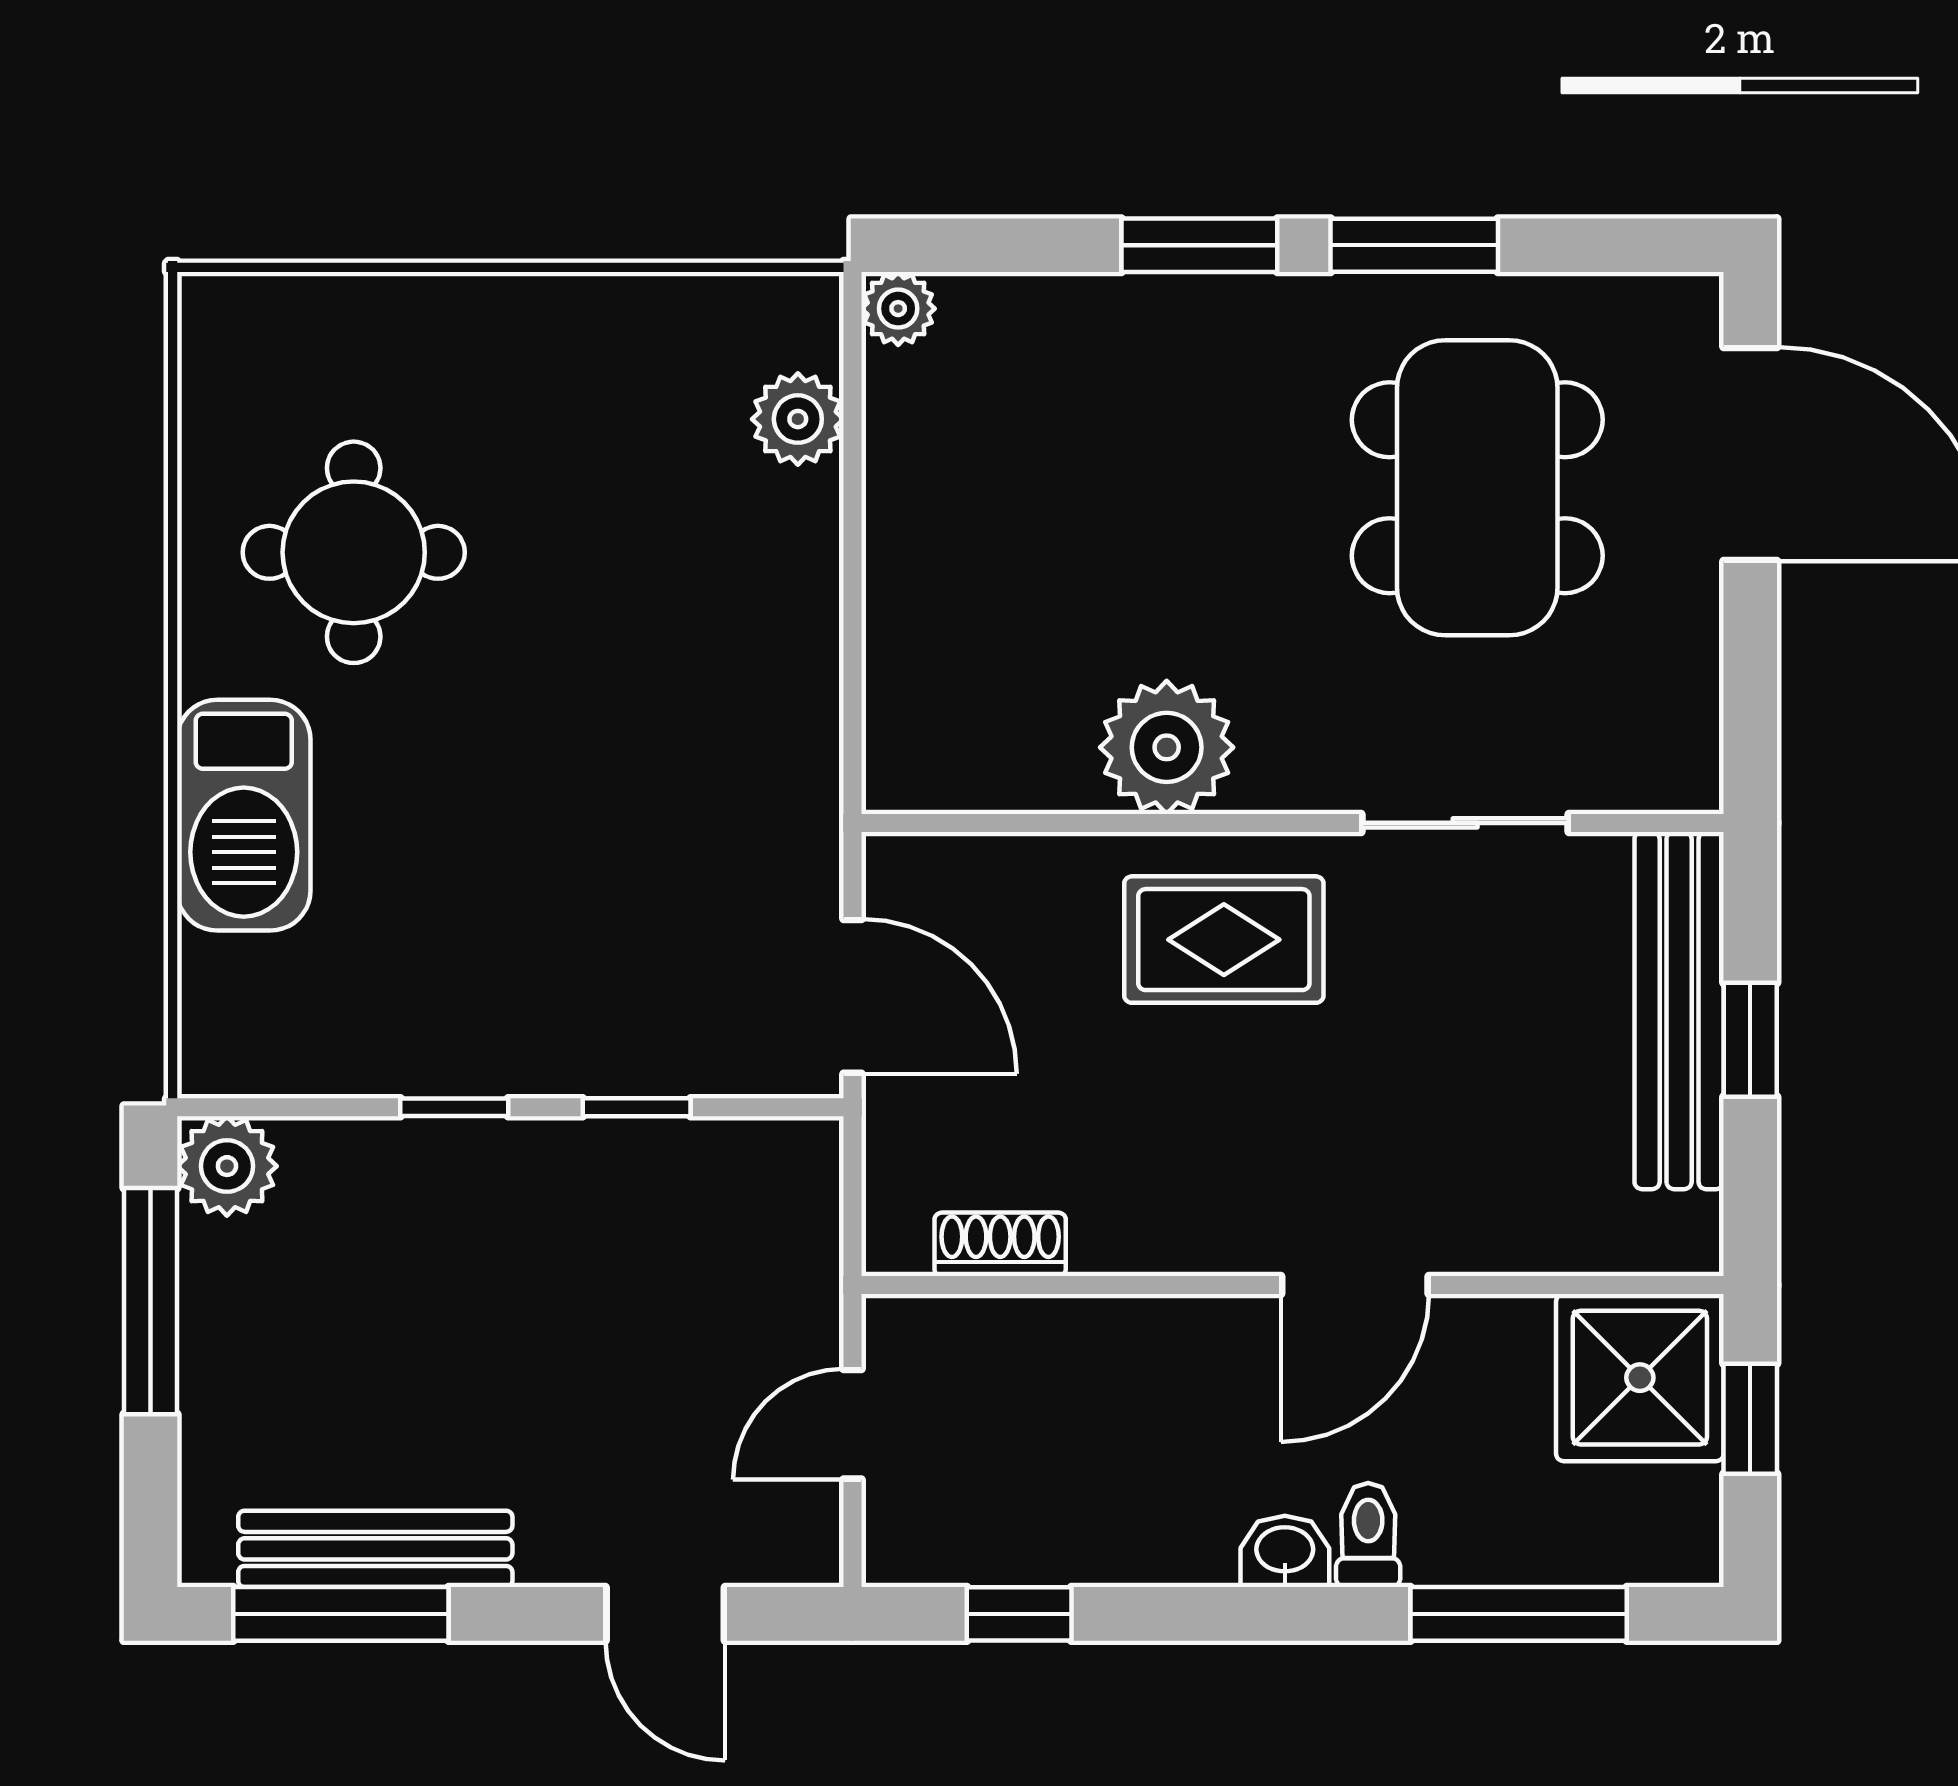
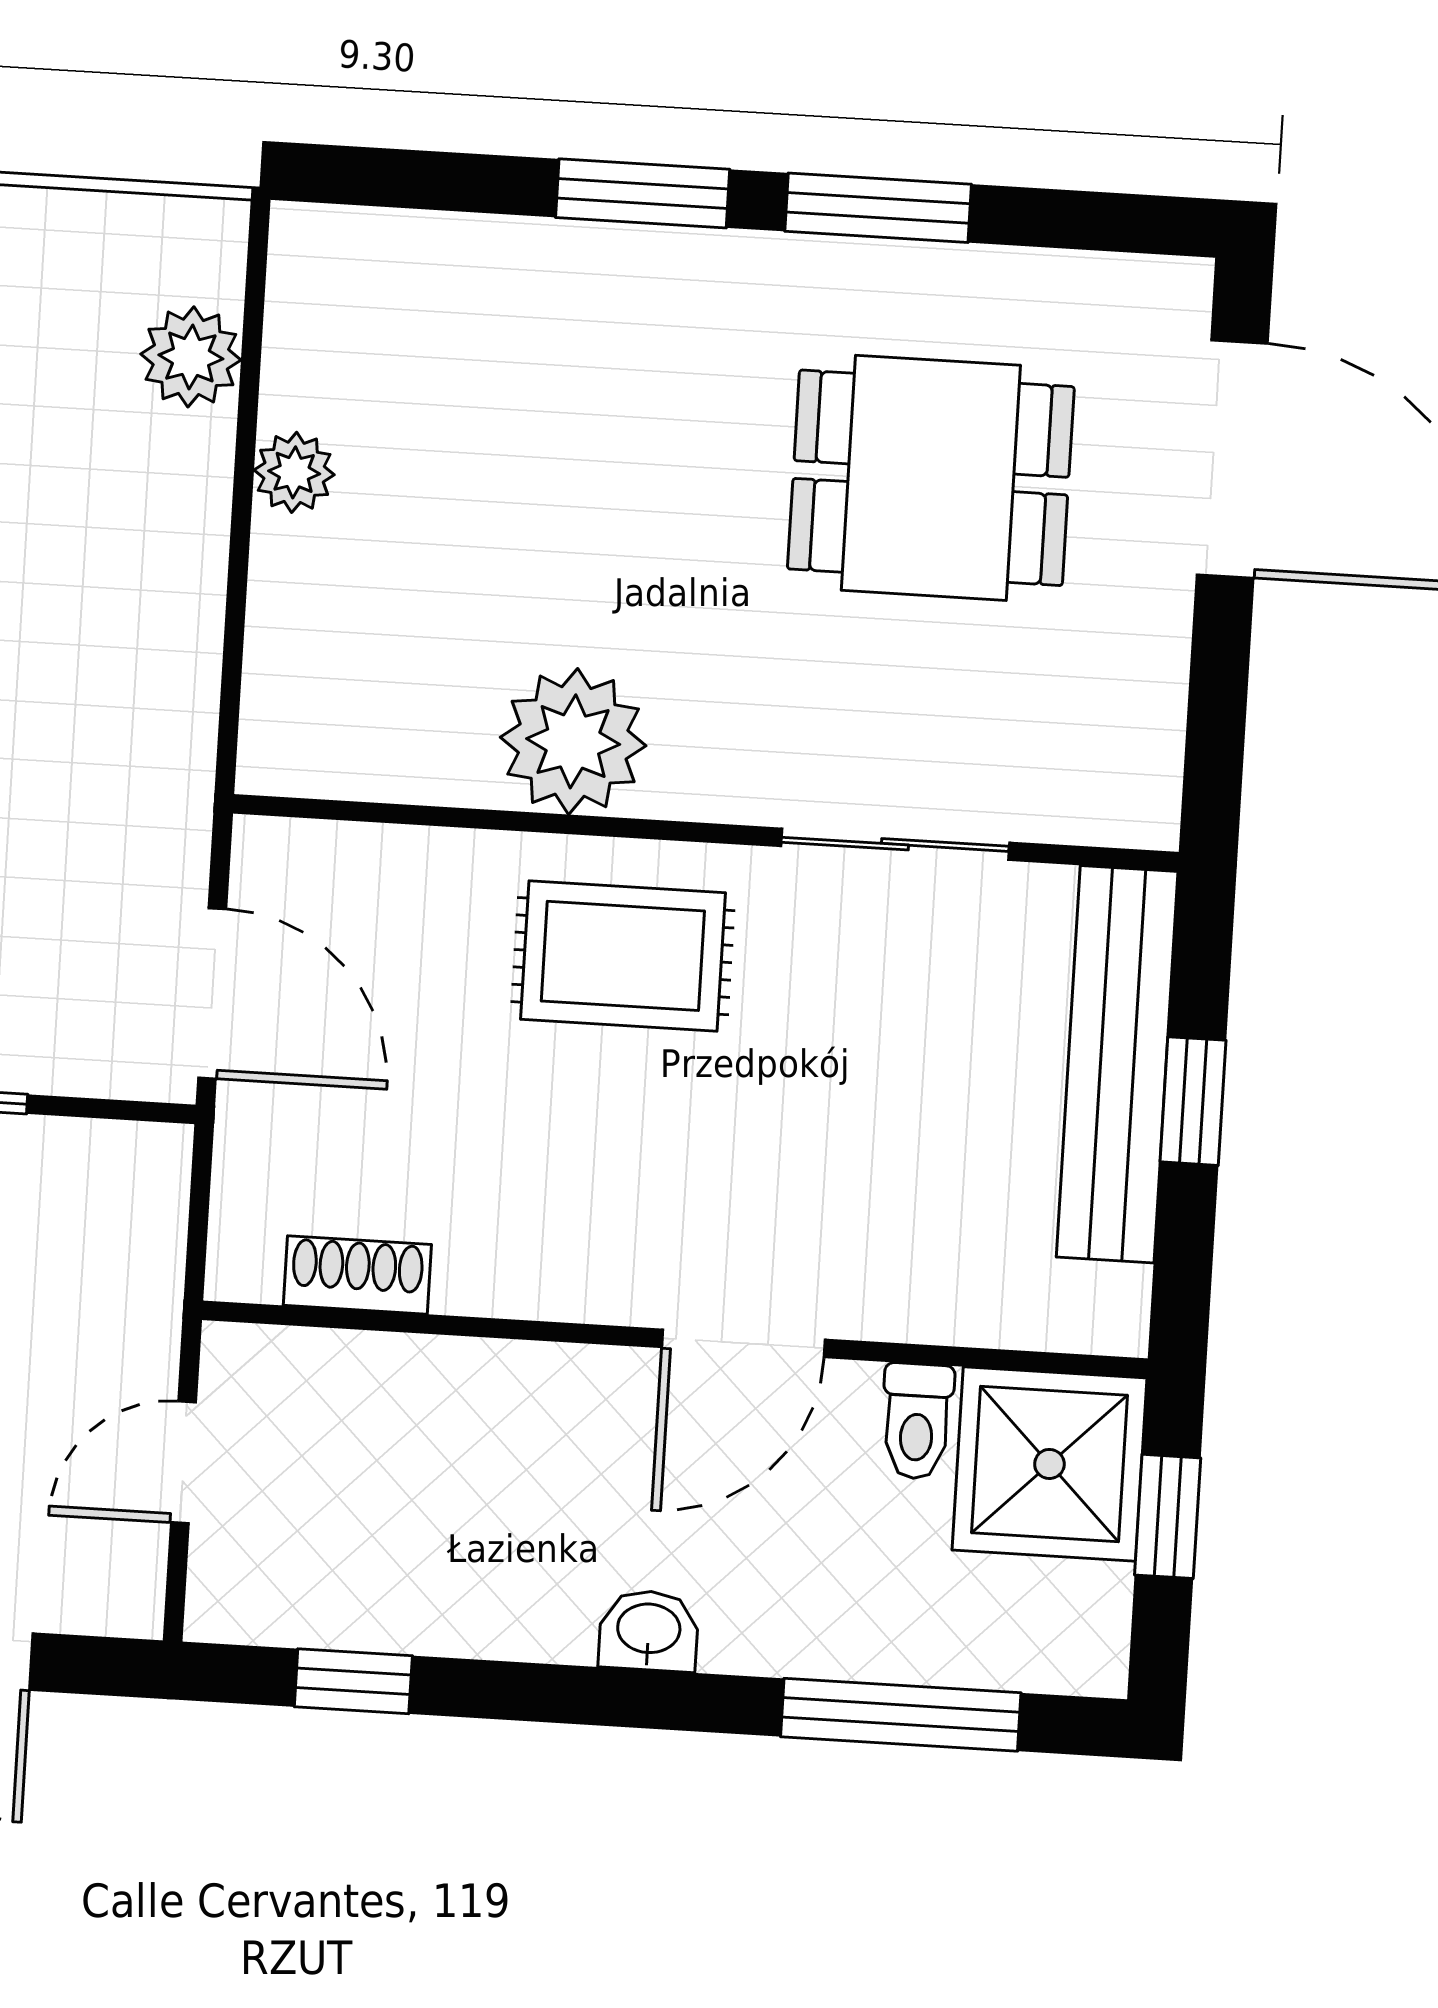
plant: (898, 309) -> (294, 472), moved
dining table: (1477, 488) -> (931, 478), width x0.73
toilet: (1368, 1535) -> (917, 1421), moved, turned 180

